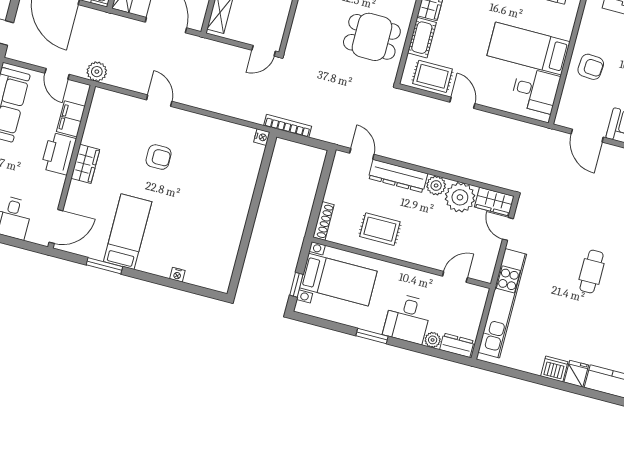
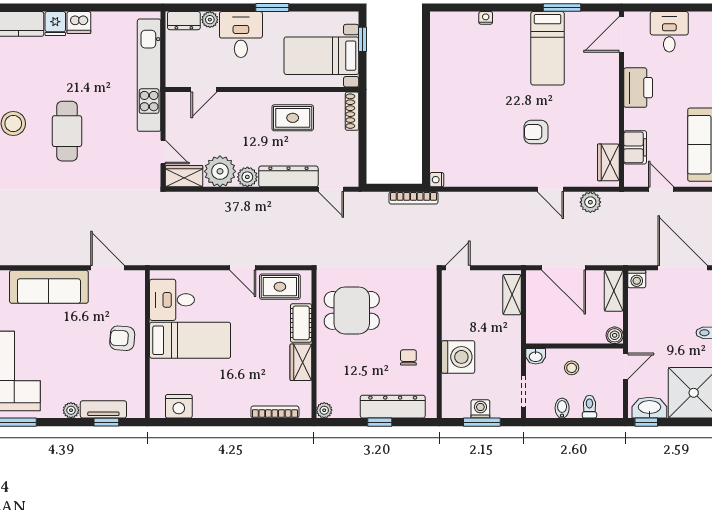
plant: (97, 72) -> (590, 202), moved
printer: (59, 153) -> (638, 88), moved
wardrobe: (85, 164) -> (608, 162), moved
cafe table: (592, 272) -> (67, 131), width x1.37, depth x1.35

